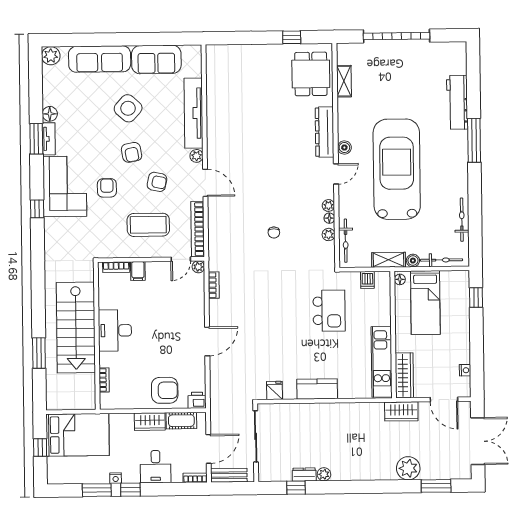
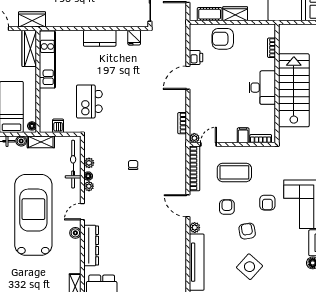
car: (397, 169) -> (33, 215), turned 180
armchair: (157, 182) -> (227, 207), turned 78
bicycle: (346, 241) -> (73, 164), width x1.37, depth x1.40
printer: (197, 400) -> (196, 58), moved, turned -90

